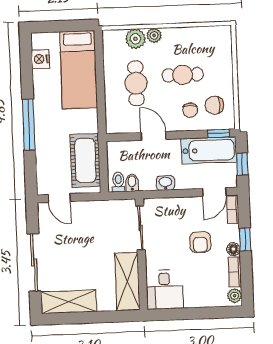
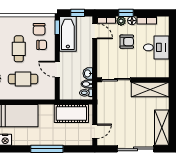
door: (154, 136) -> (57, 69), hinge flipped
washbasin: (165, 183) -> (88, 73), moved
desk: (165, 289) -> (156, 47), moved
plant: (235, 296) -> (121, 21), moved

